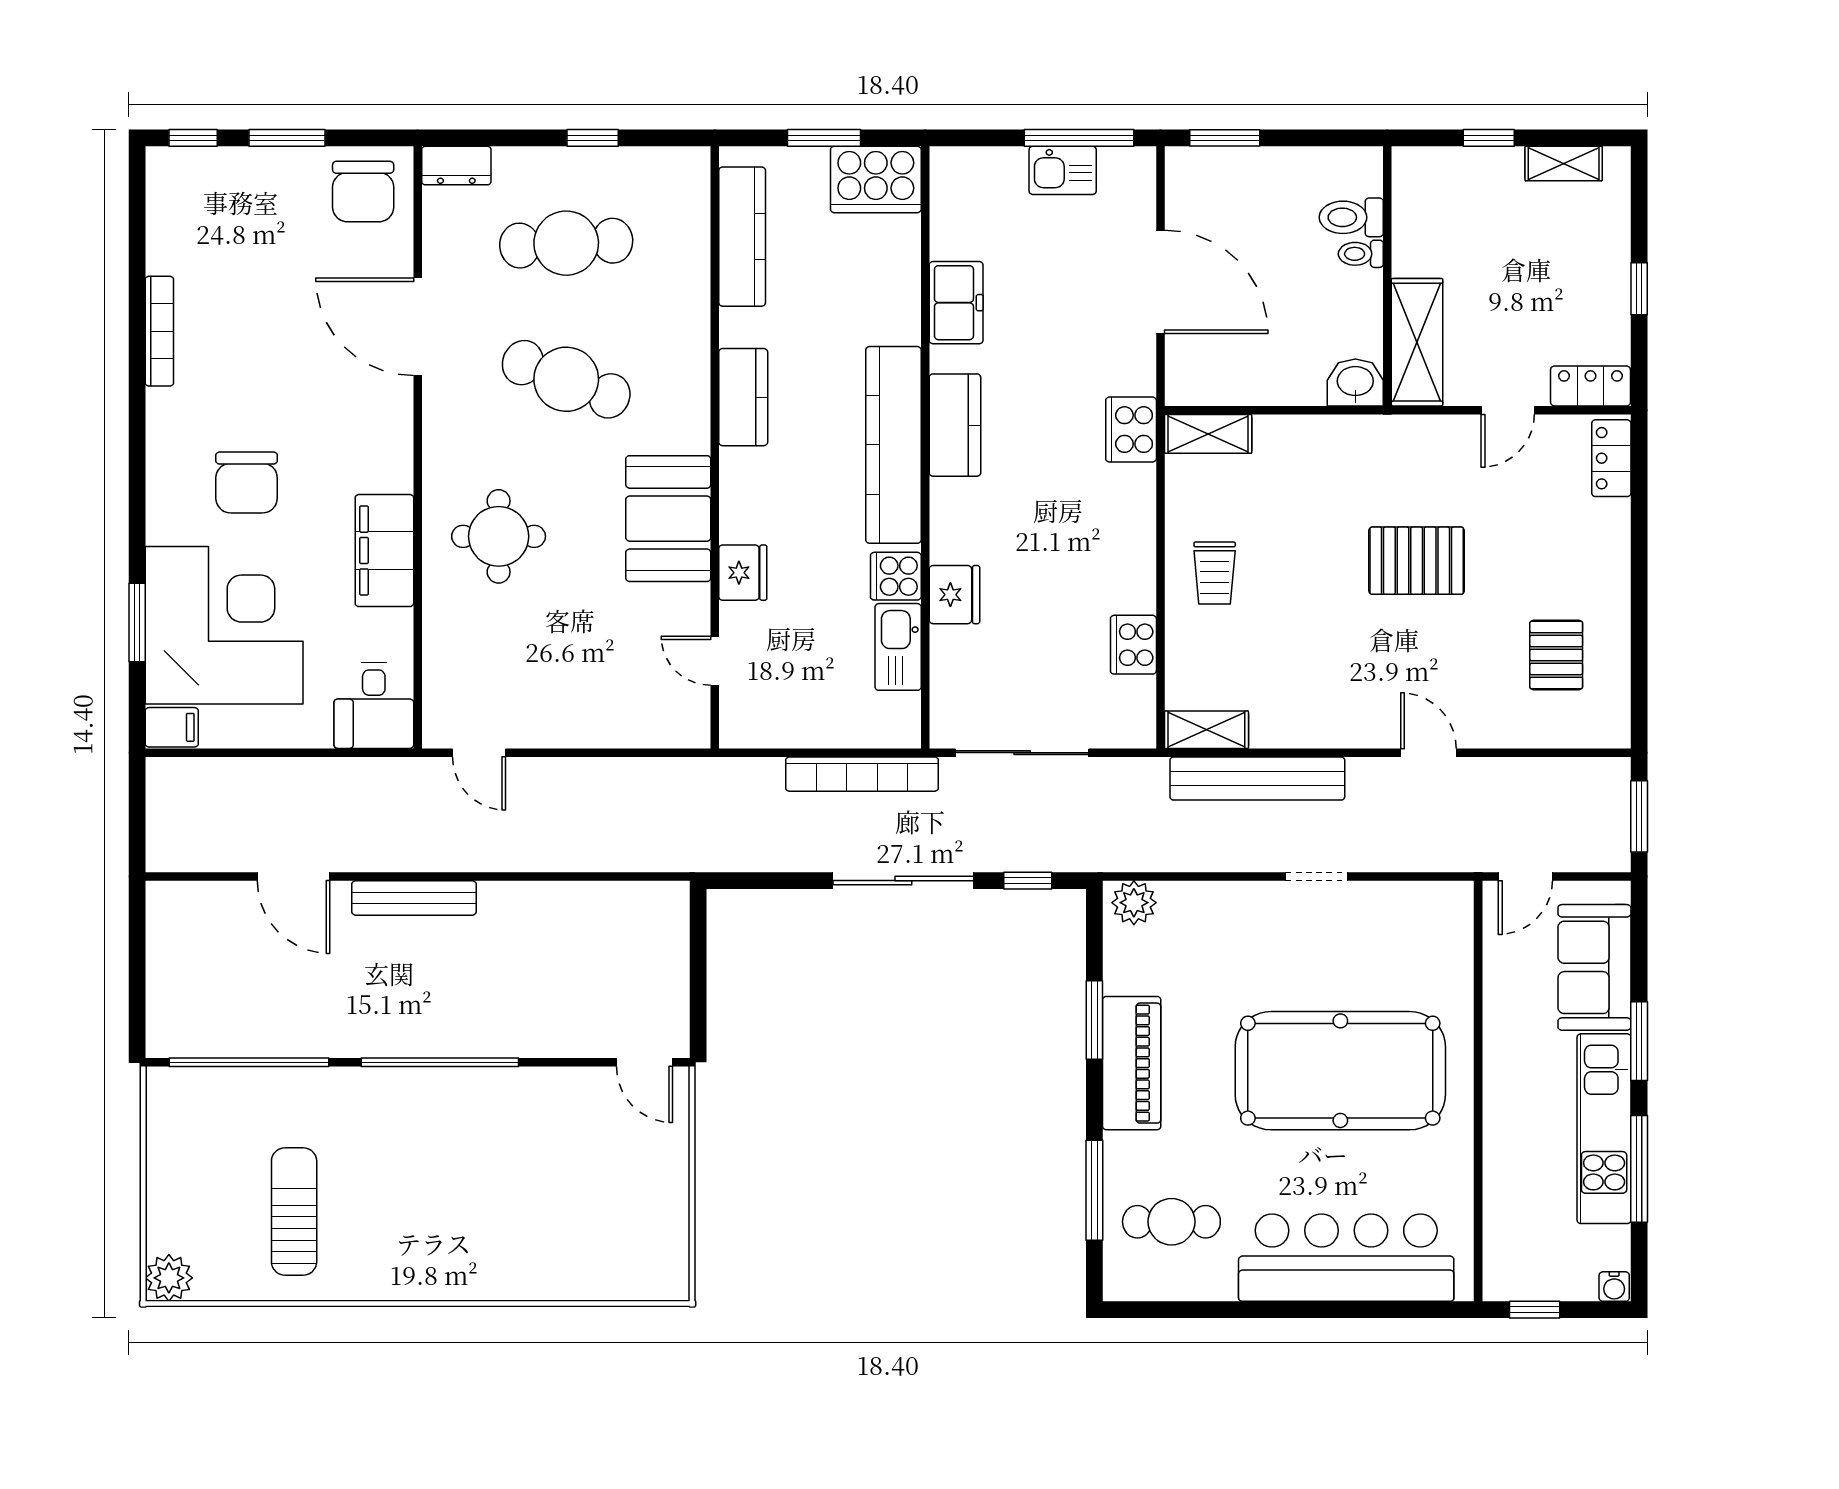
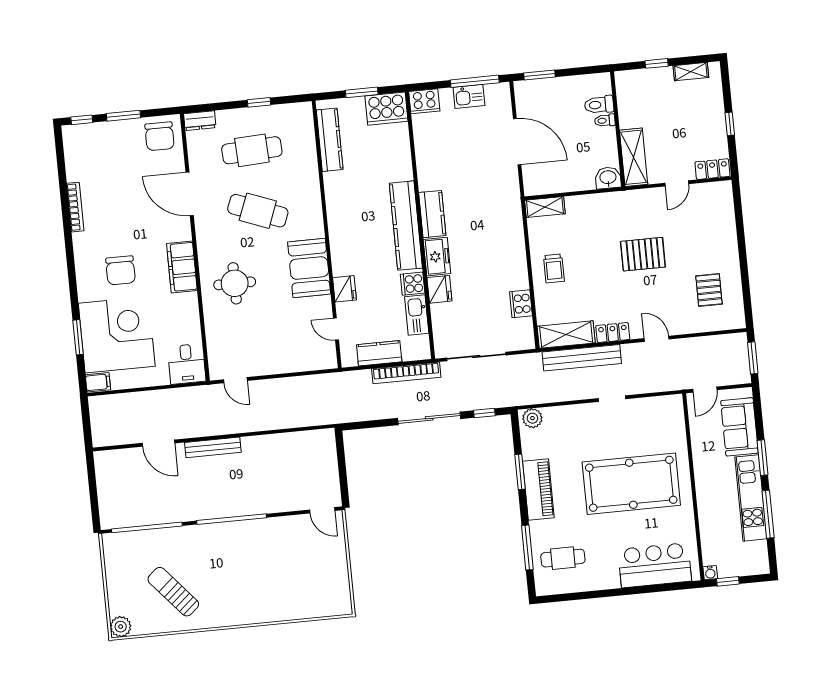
freezer: (956, 303) -> (437, 257), moved
kitchen counter: (743, 397) -> (379, 353), moved, turned -90
cooker: (1131, 430) -> (424, 101), moved, turned -90
locker: (1611, 458) -> (613, 333), moved, turned 90
filing cabinet: (384, 551) -> (182, 267), moved
shelving: (1206, 730) -> (566, 335), width x1.50, depth x1.33
sun lounger: (294, 1211) -> (173, 592), turned -41
bar counter: (1346, 1258) -> (655, 565), width x0.73
water cooler: (1614, 1287) -> (710, 573), moved

